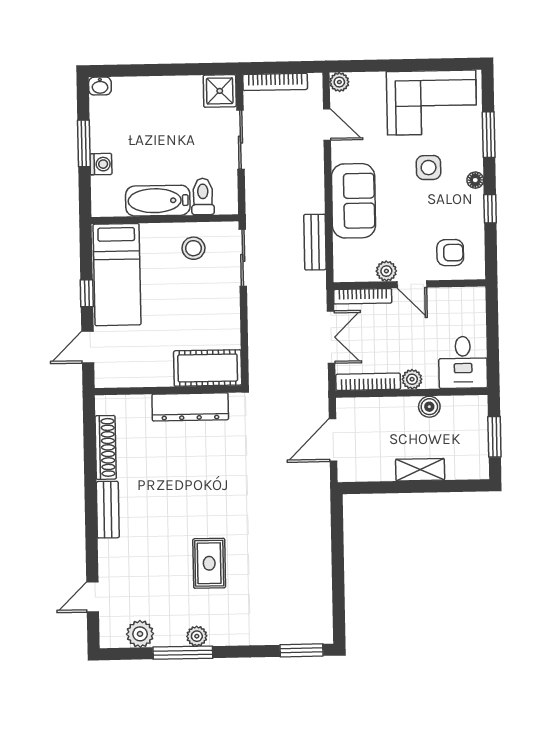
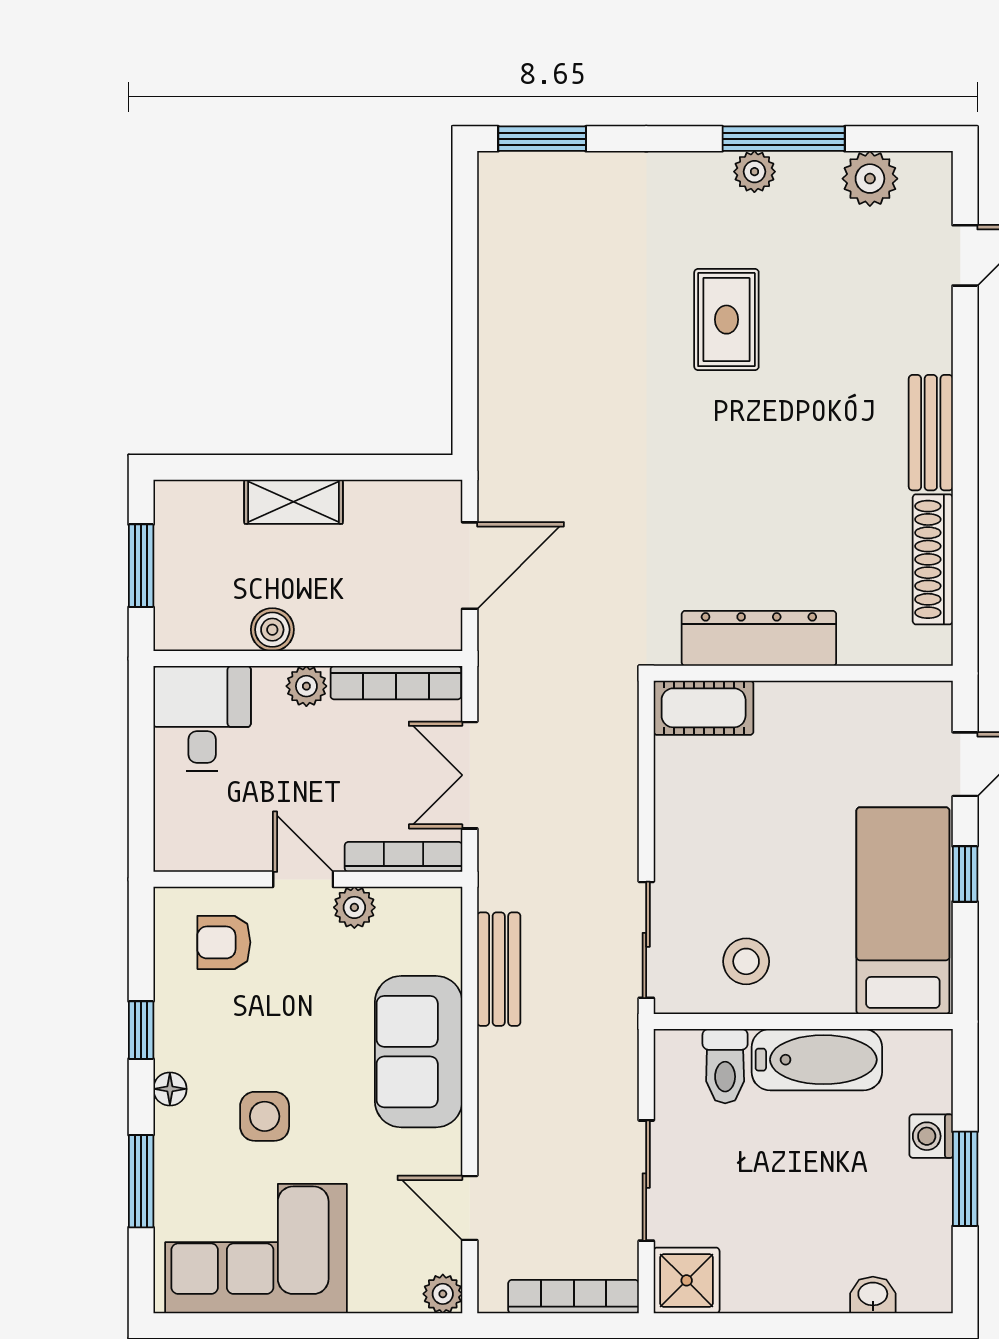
washbasin: (100, 86) -> (873, 1295), moved
cot: (208, 368) -> (704, 708), width x0.73, depth x0.75

